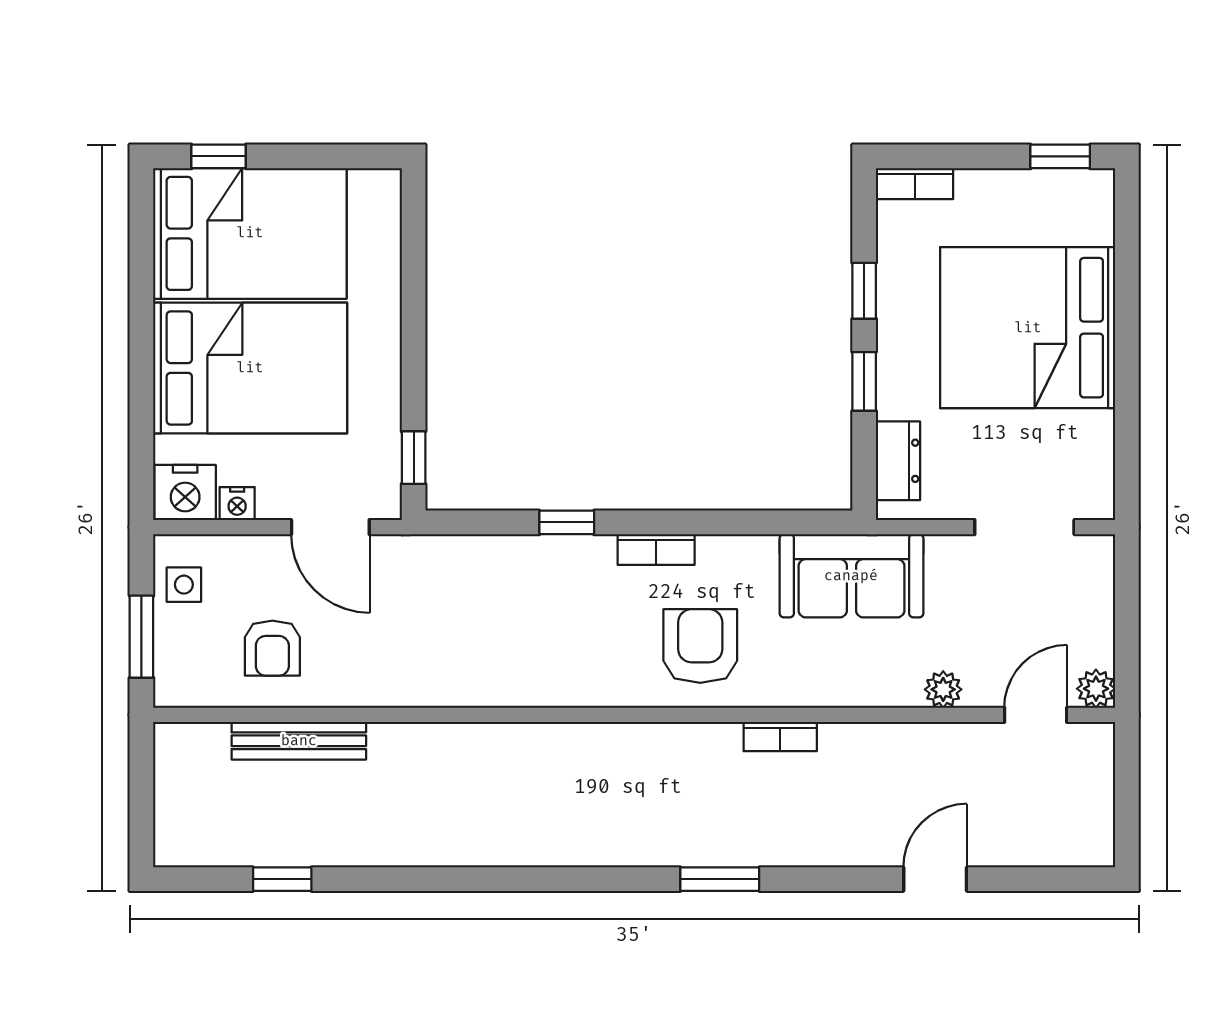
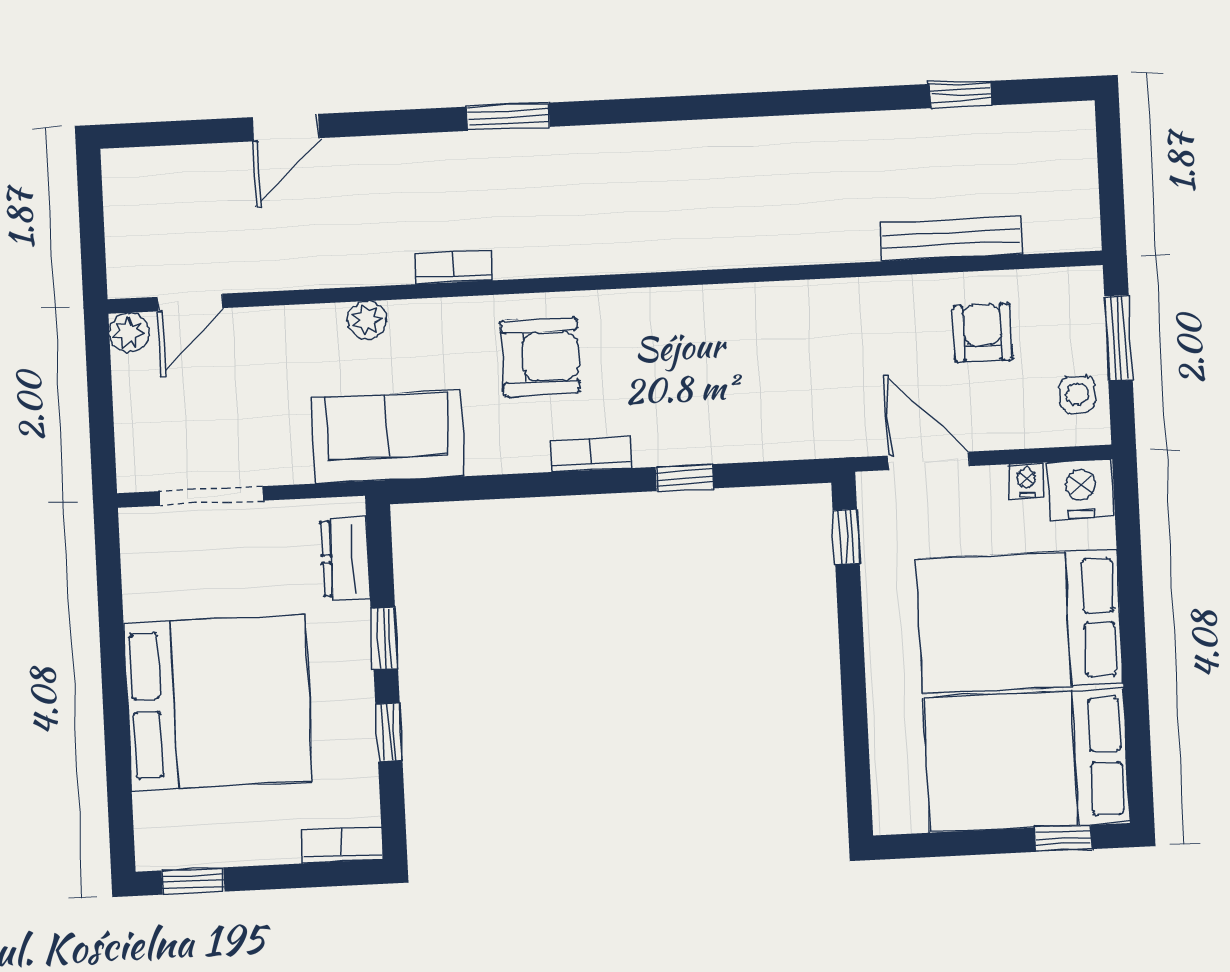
armchair: (700, 646) -> (540, 357), turned -90
plant: (943, 689) -> (367, 320), moved

